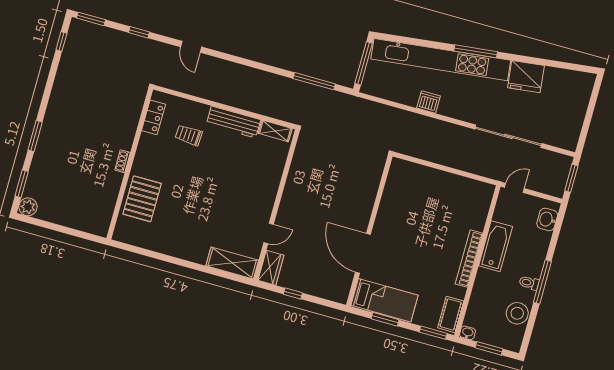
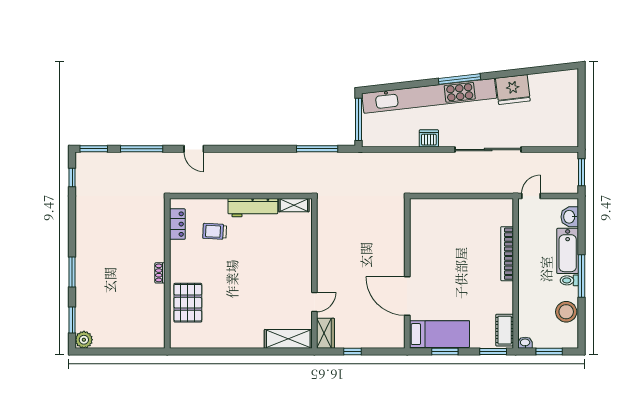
window: (139, 32) -> (142, 149), width x2.17
sliding door: (508, 136) -> (488, 150), moved
bathtub: (496, 246) -> (568, 251), moved, turned 180
bookcase: (469, 259) -> (507, 254), moved

